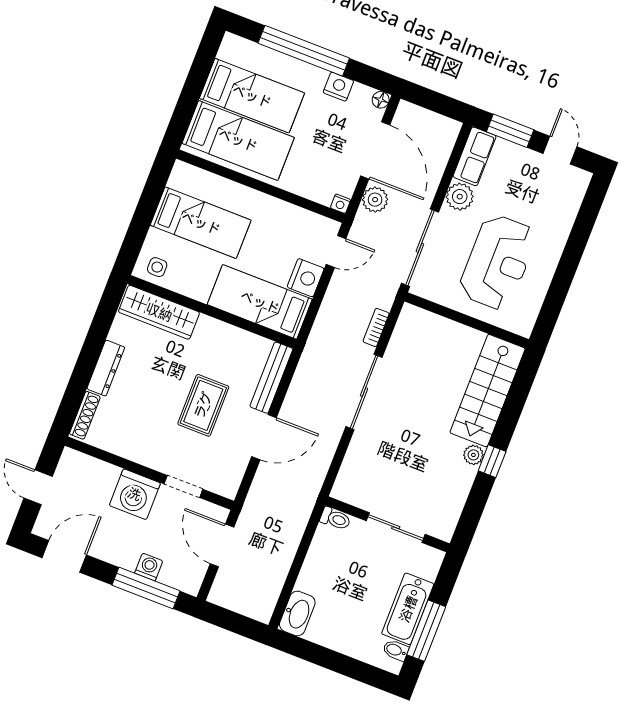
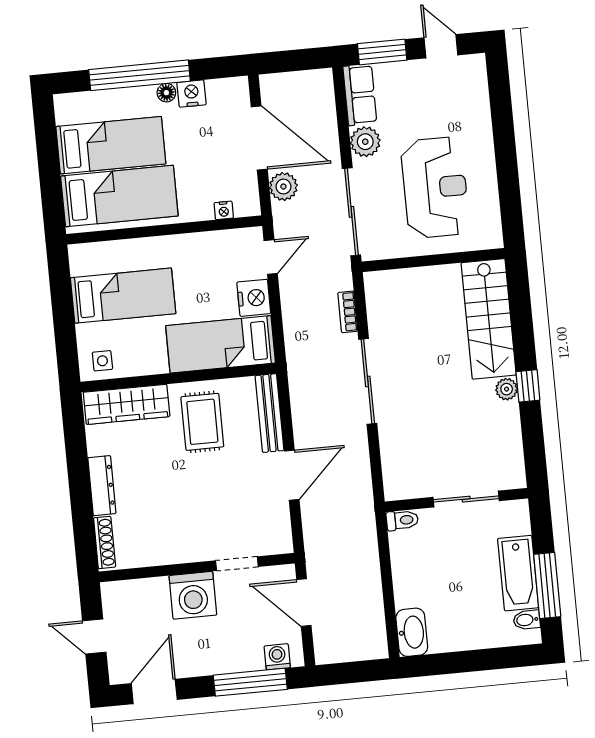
floor lamp: (381, 100) -> (166, 93), moved
nightstand: (341, 204) -> (224, 210), moved
rug: (203, 405) -> (202, 422), moved
washing machine: (149, 567) -> (277, 657), moved

